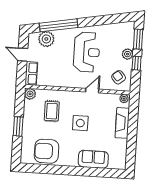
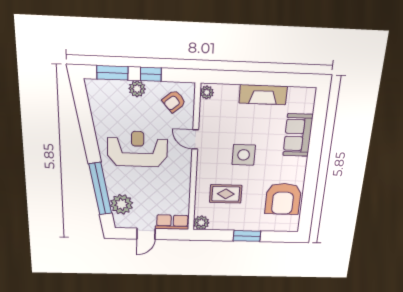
fireplace: (122, 123) -> (263, 95), moved

